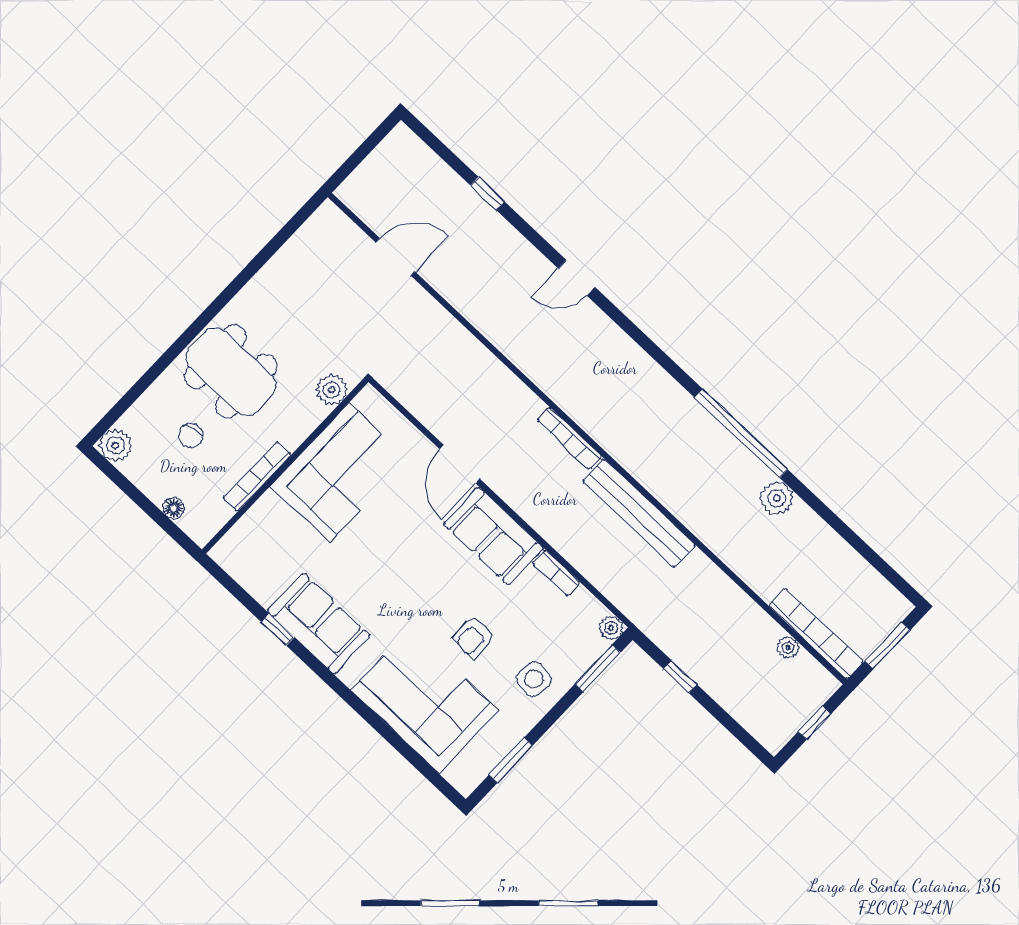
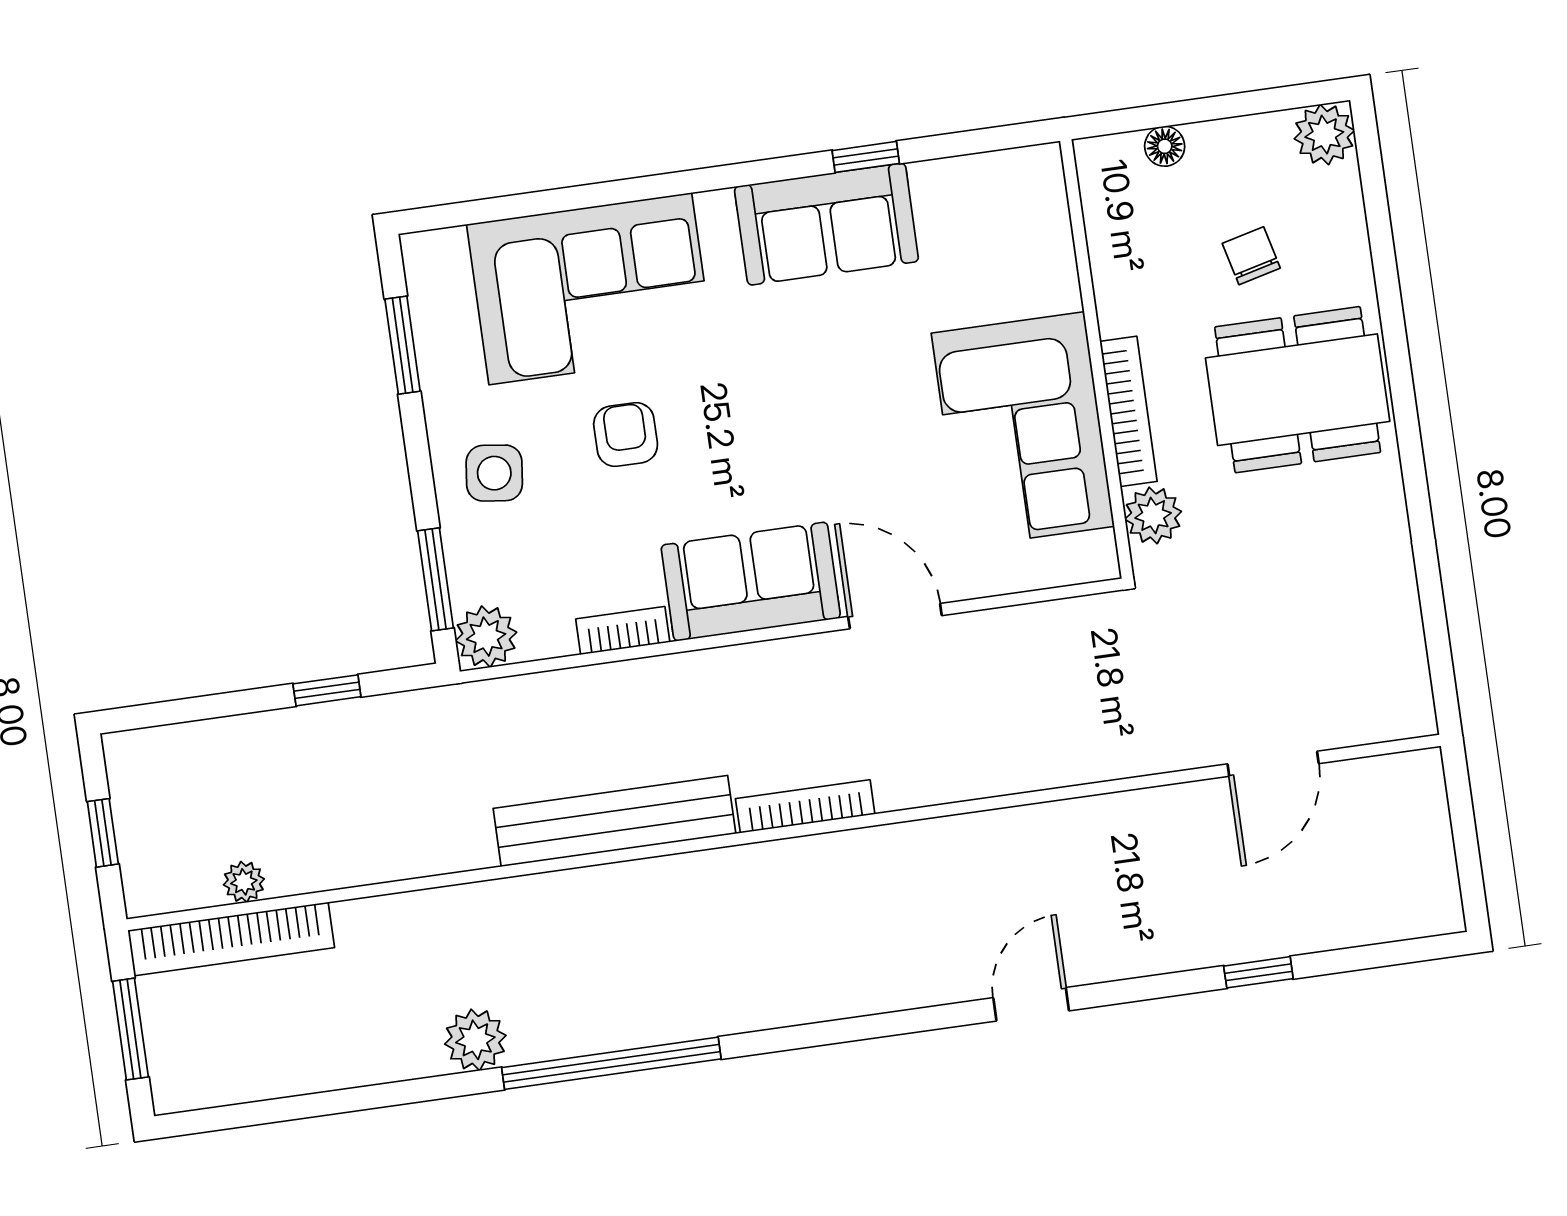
bookcase: (257, 477) -> (1128, 411), moved
plant: (611, 628) -> (486, 637), width x1.38, depth x1.38

